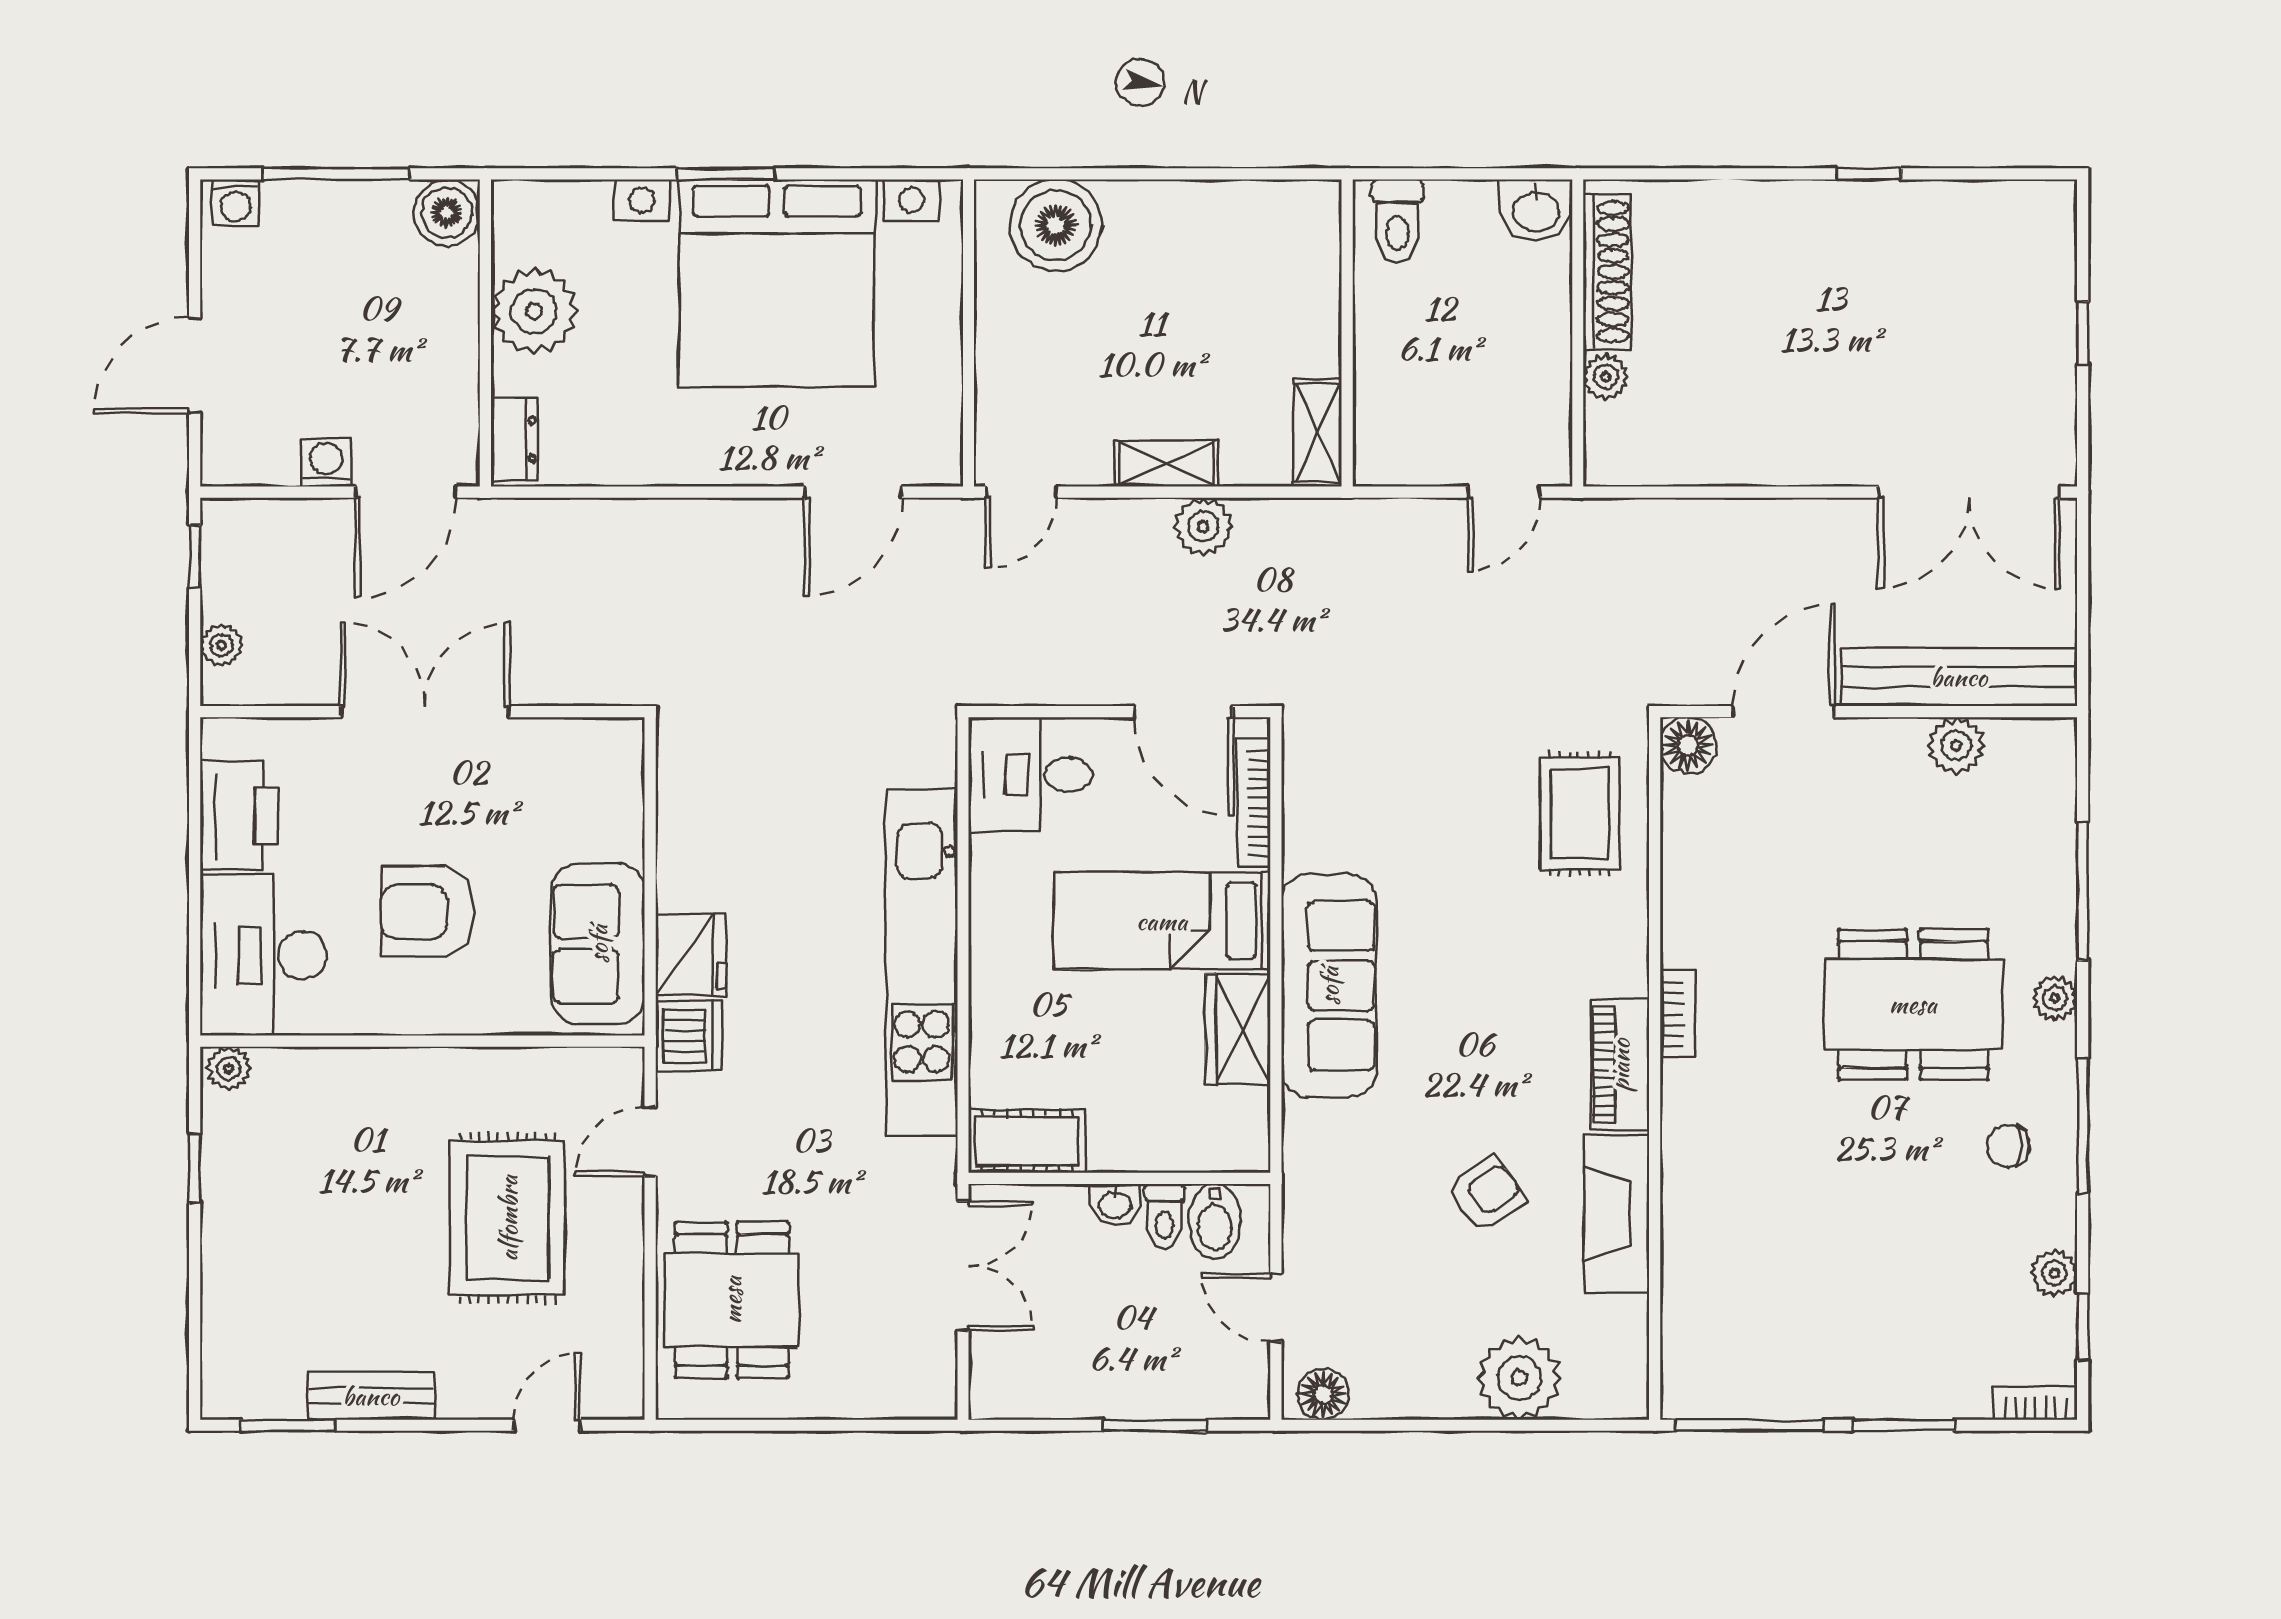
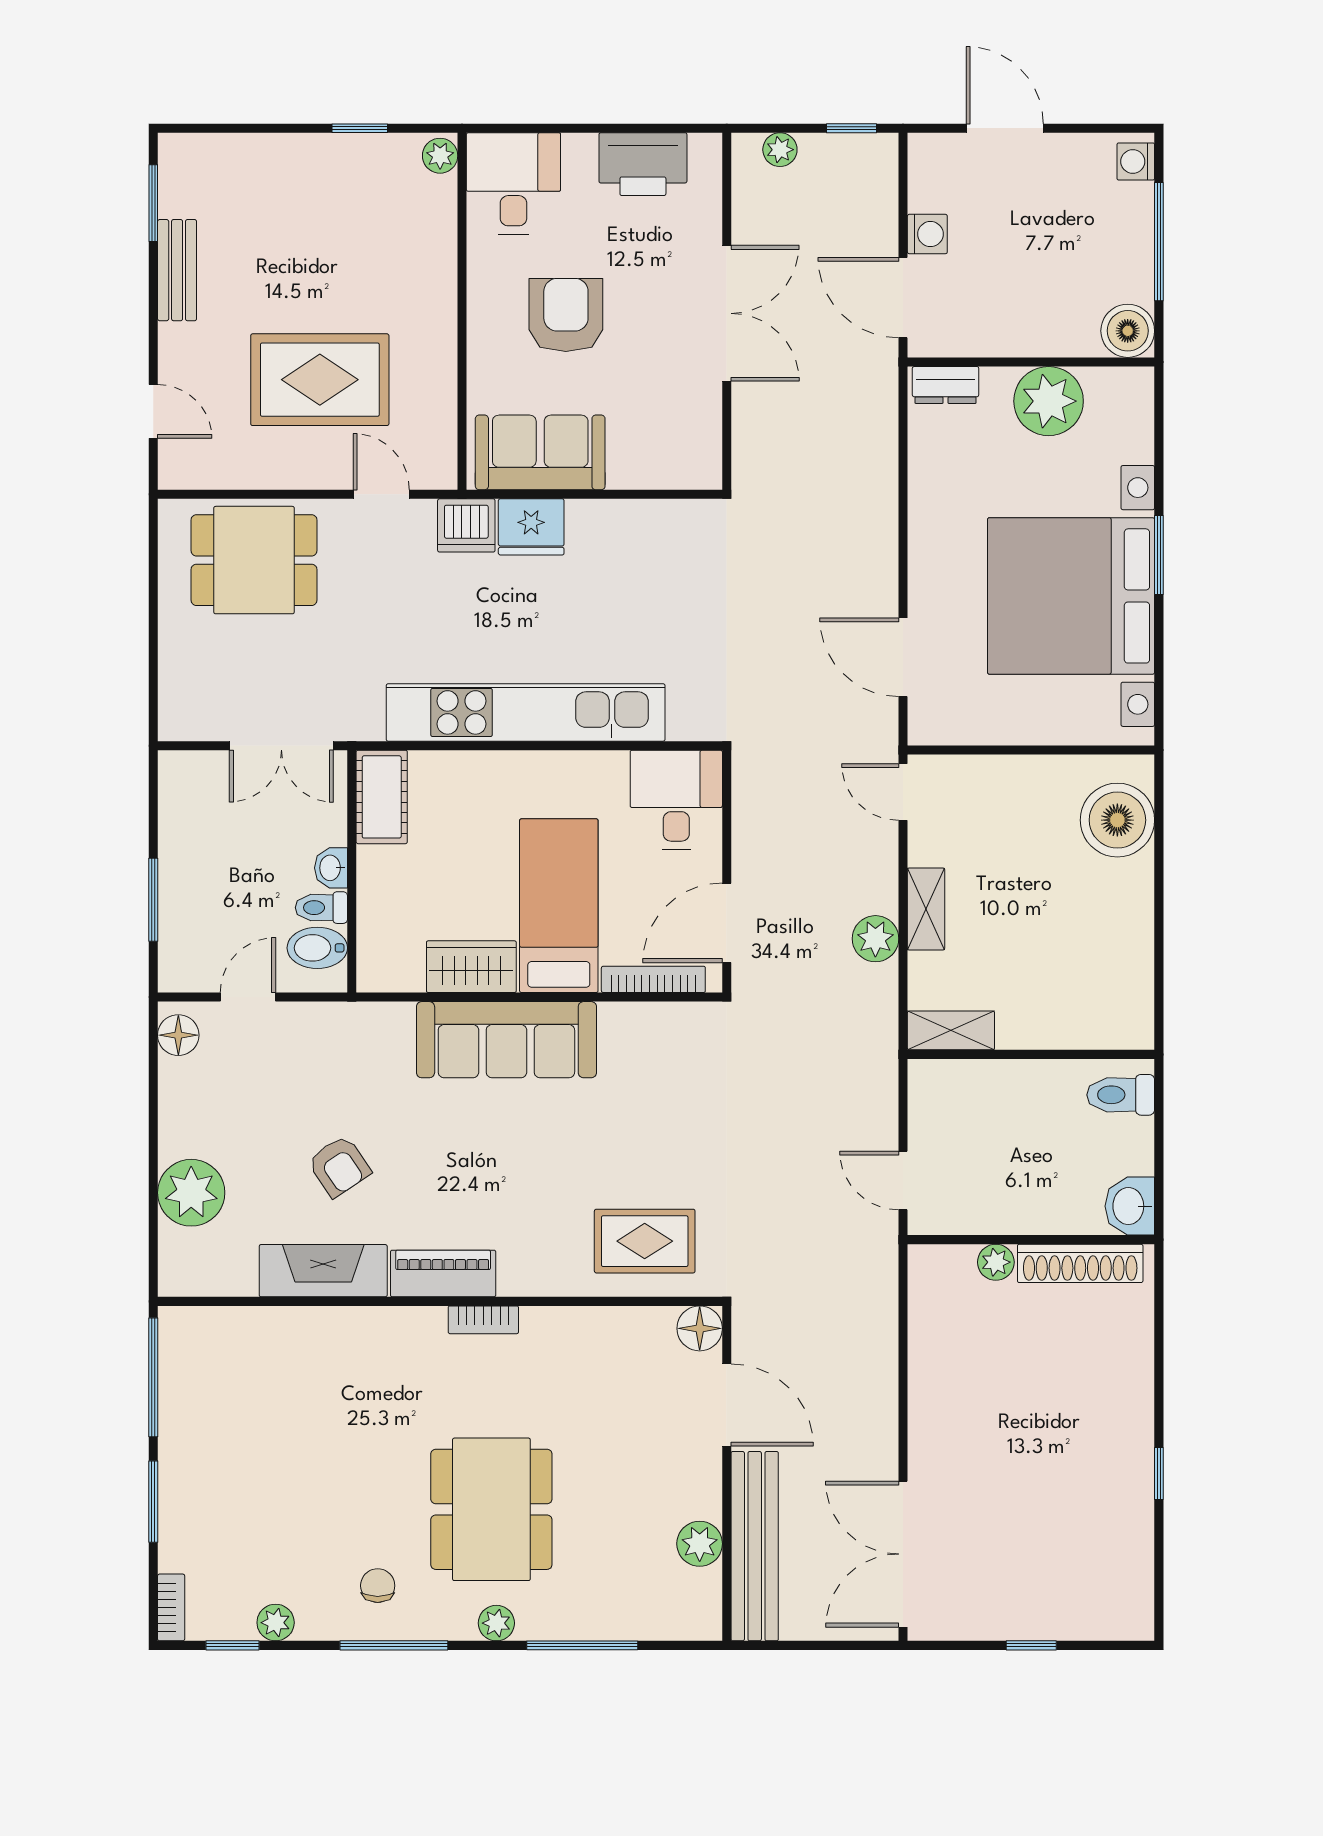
desk: (263, 955) -> (513, 183), width x0.73

